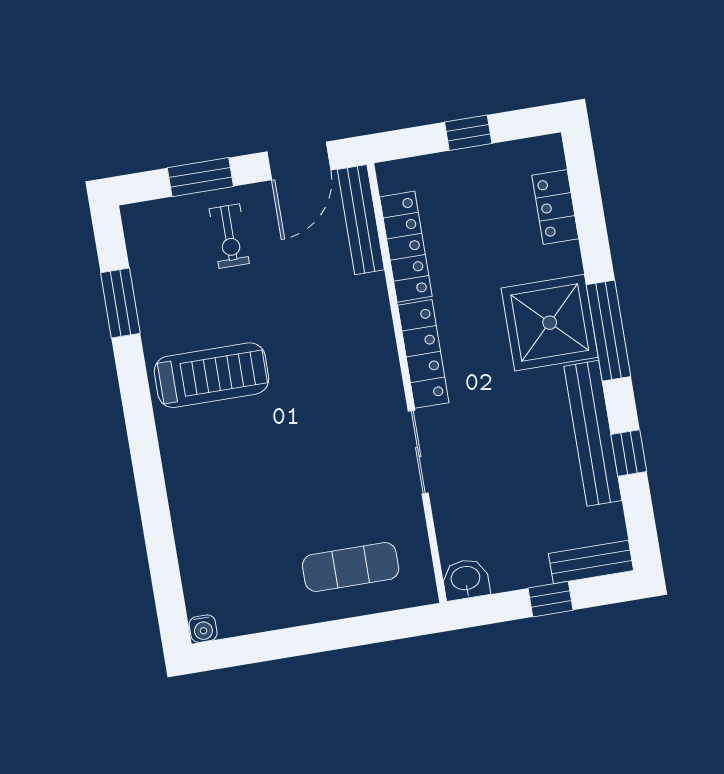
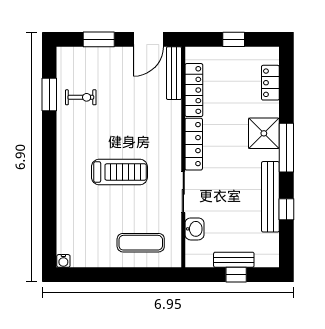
exercise bike: (229, 236) -> (81, 97), moved, turned -90
shower: (550, 323) -> (264, 133), width x0.73, depth x0.73
treadmill: (212, 375) -> (119, 172), moved
bench: (591, 562) -> (234, 260), moved
washbasin: (466, 579) -> (194, 229), moved, turned 90

